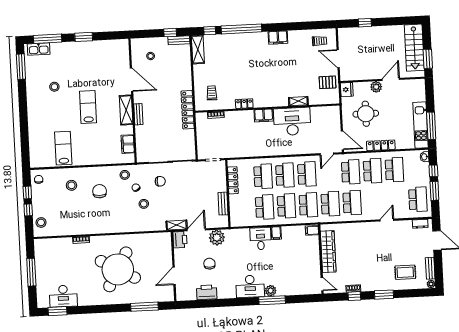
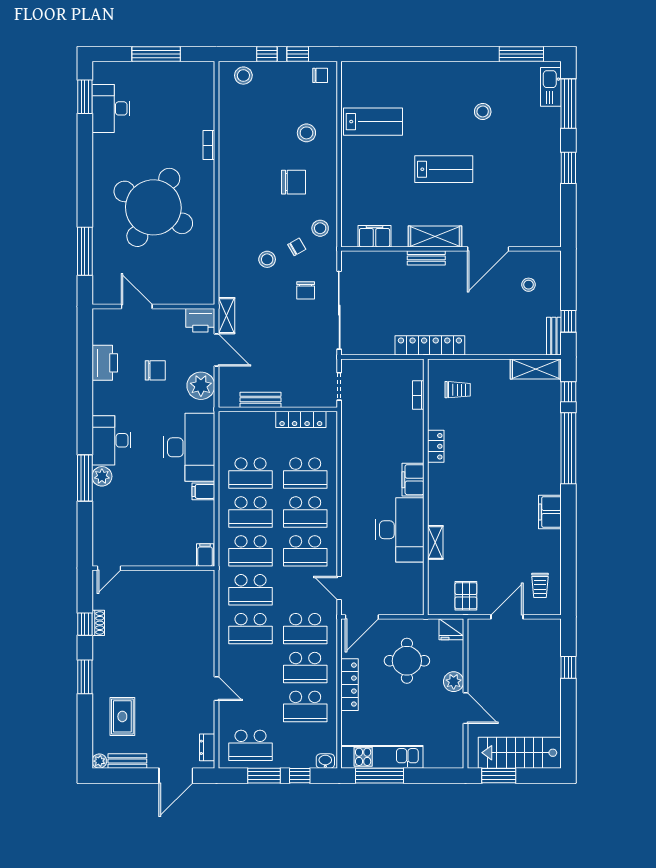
desk: (261, 239) -> (189, 447), width x1.87, depth x1.30
wardrobe: (328, 252) -> (166, 582), removed

